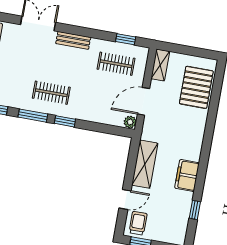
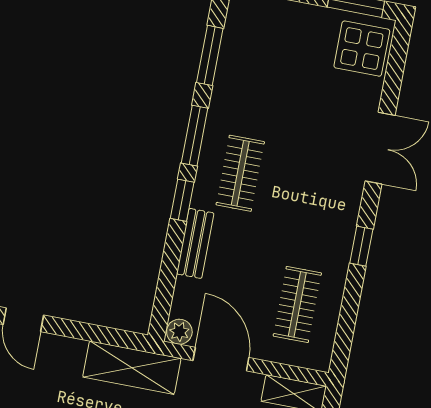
window: (126, 39) -> (361, 246), moved
bench: (73, 40) -> (195, 243), moved
shelving: (145, 164) -> (132, 368), moved

